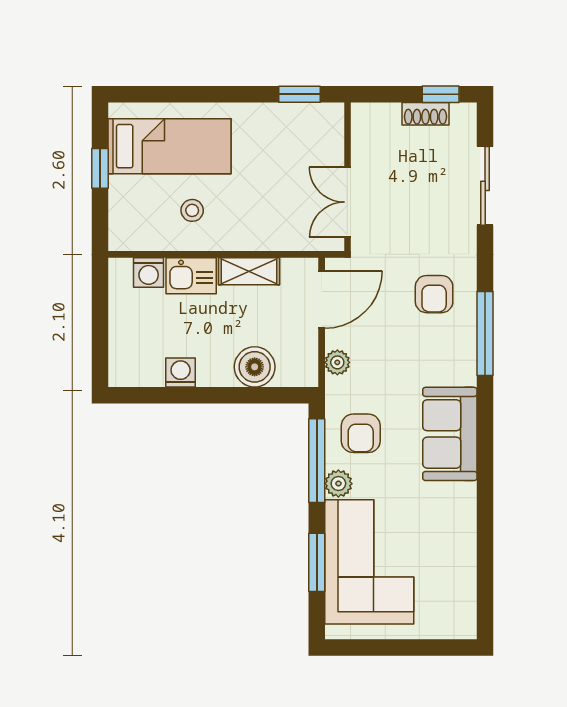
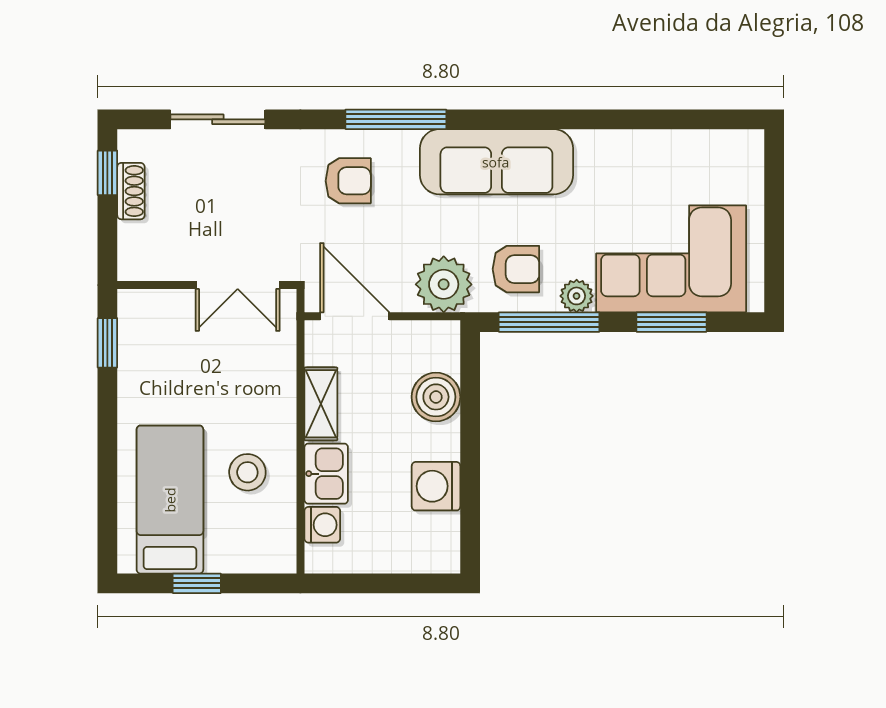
stool: (192, 210) -> (247, 472), width x1.37, depth x1.37
plant: (337, 362) -> (444, 284), width x1.87, depth x1.87
washing machine: (181, 372) -> (436, 486), width x1.38, depth x1.38
sofa: (450, 434) -> (496, 162), width x1.36

